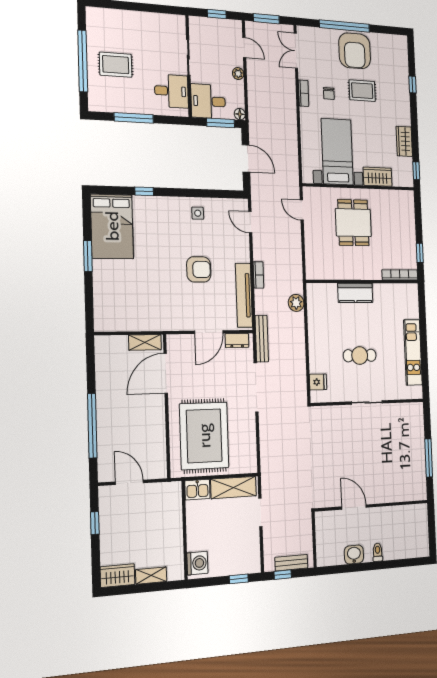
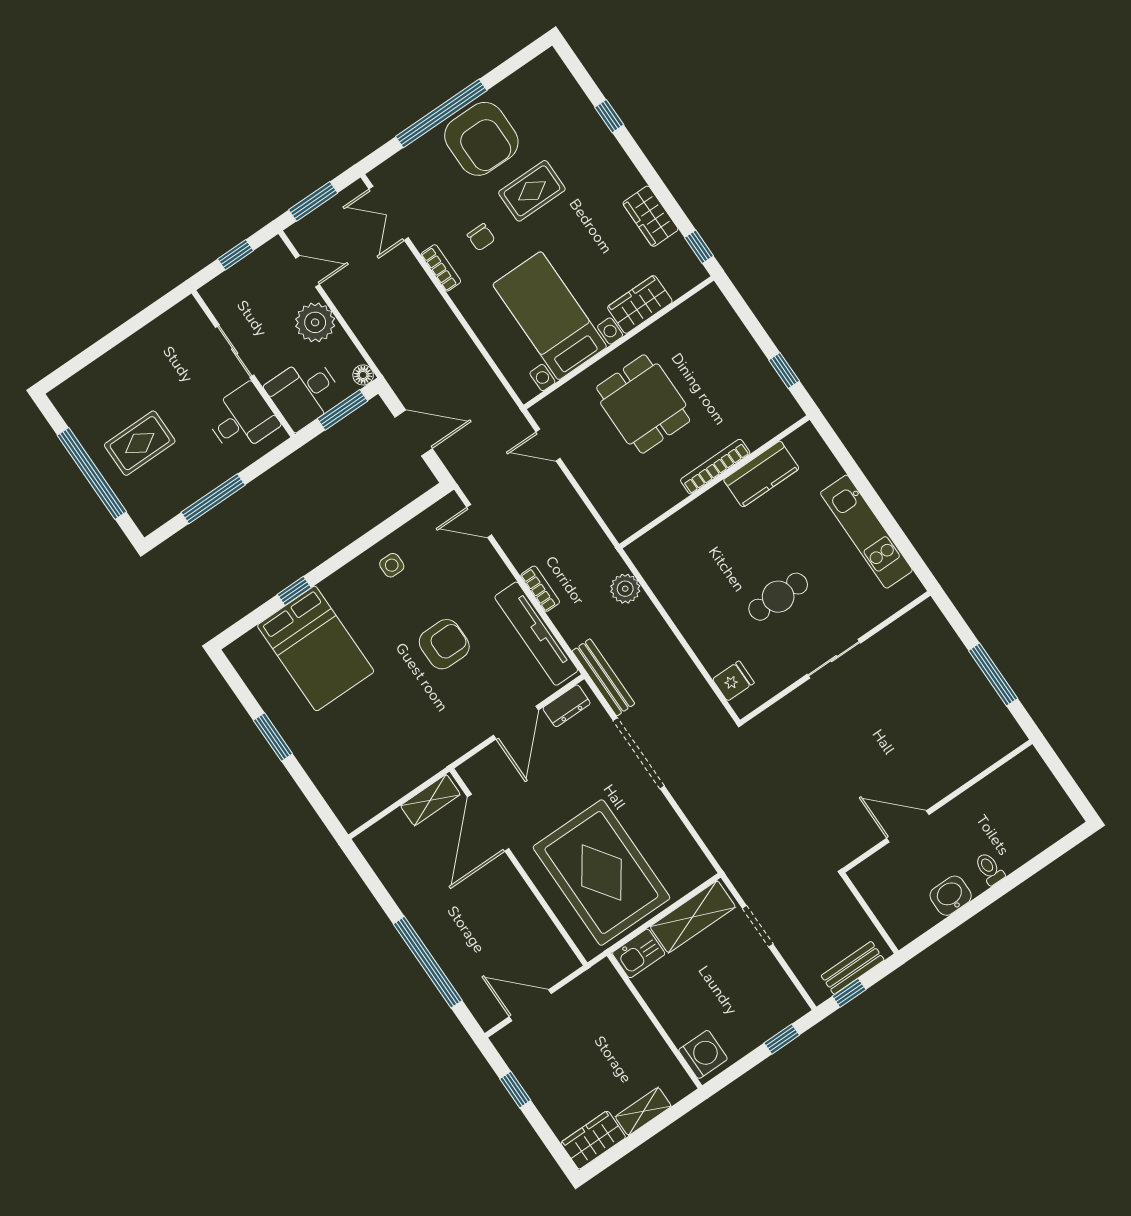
plant: (238, 74) -> (315, 322), width x1.88, depth x1.88
bed: (112, 226) -> (316, 648), moved
bookcase: (400, 275) -> (715, 467), moved
kitchen counter: (355, 293) -> (761, 474), moved

